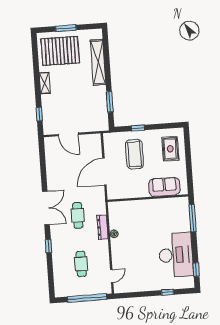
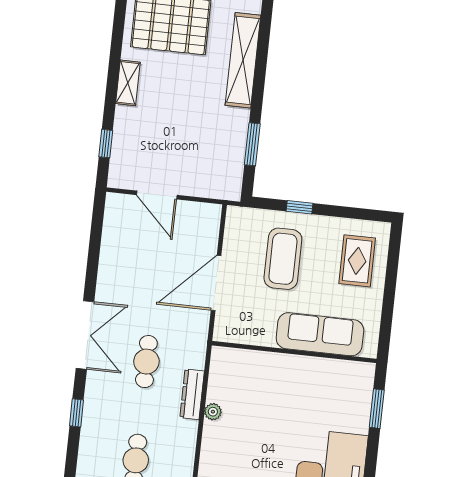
sofa: (164, 187) -> (320, 334), width x1.36
window: (193, 218) -> (377, 409), width x0.69

